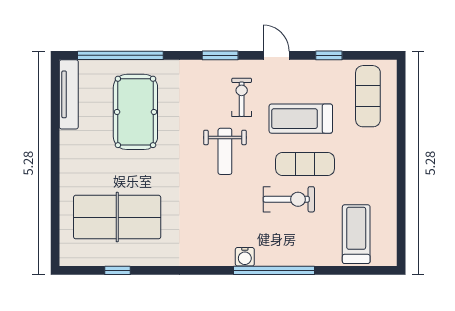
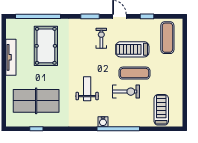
tv unit: (69, 94) -> (11, 57), moved
weight bench: (225, 151) -> (87, 89), moved, turned 180

